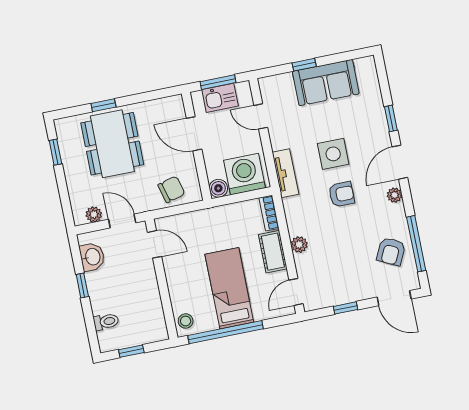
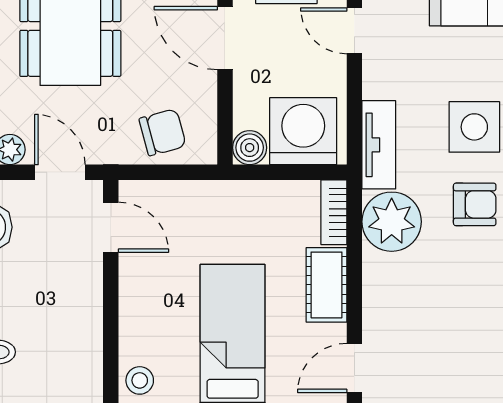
plant: (299, 245) -> (392, 222), moved, width x1.88, depth x1.88

